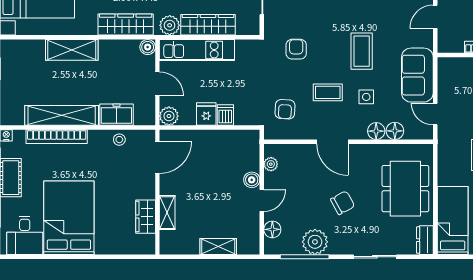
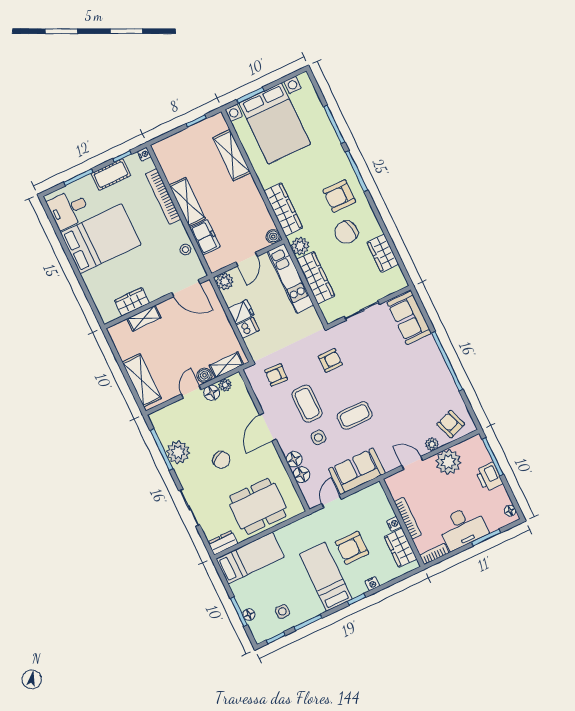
shelving: (72, 50) -> (232, 155), moved
coffee table: (328, 92) -> (307, 404), width x1.36, depth x1.30
shelving: (62, 115) -> (187, 202), width x0.68
shelving: (252, 153) -> (227, 365), added
door: (262, 201) -> (191, 392), swing flipped
floor lamp: (272, 229) -> (212, 393), moved
shelving: (218, 246) -> (142, 380), width x1.50, depth x1.33

